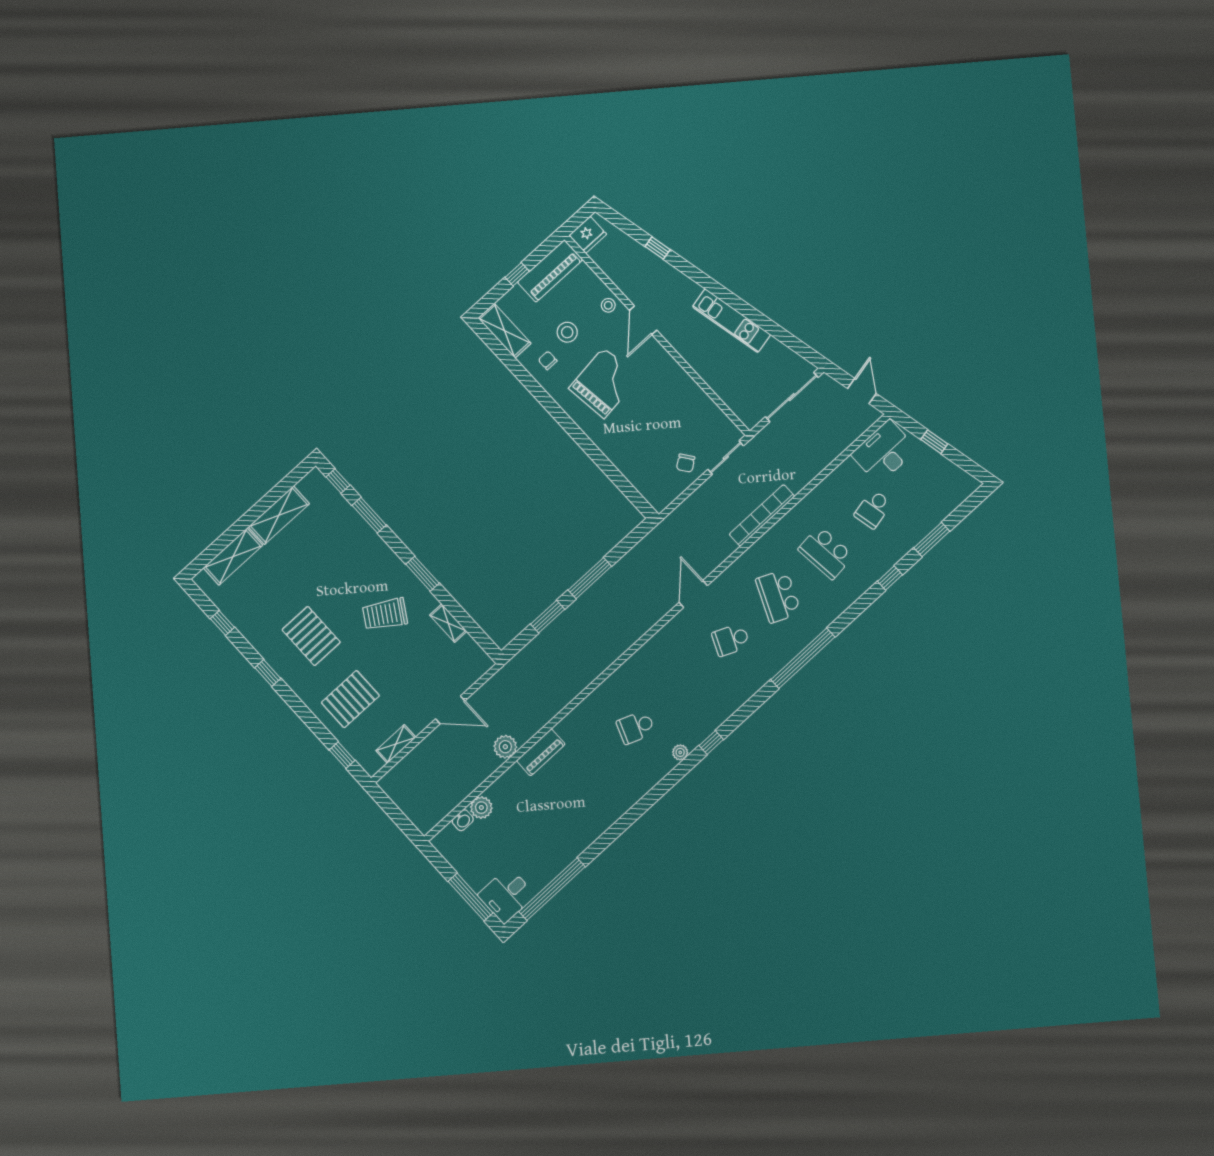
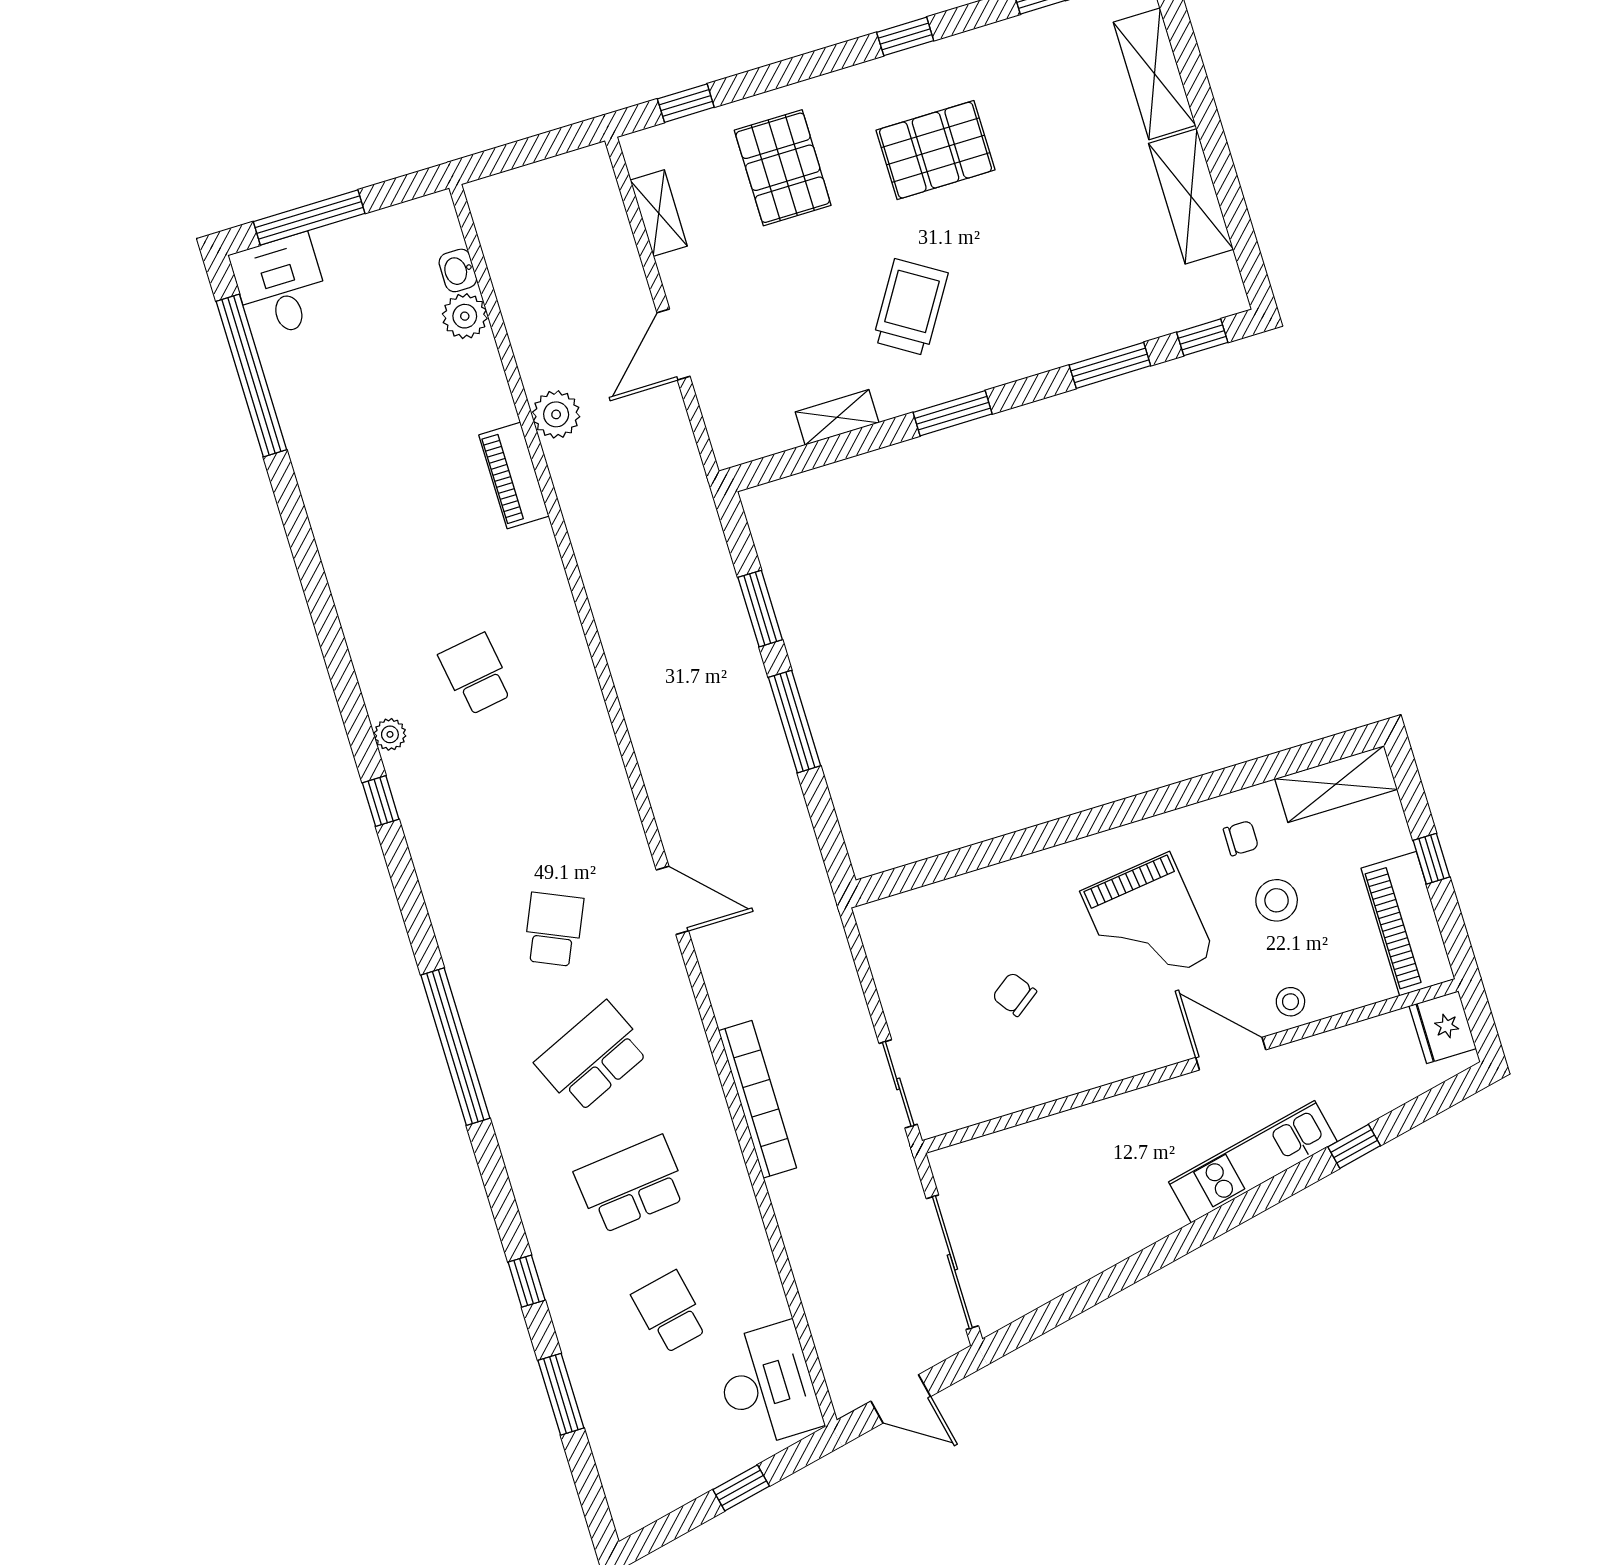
kitchen unit: (731, 321) -> (1253, 1162), moved
chair: (686, 463) -> (1014, 994), moved
school desk: (778, 596) -> (592, 1057), turned -48
school desk: (636, 727) -> (476, 674), turned -30

